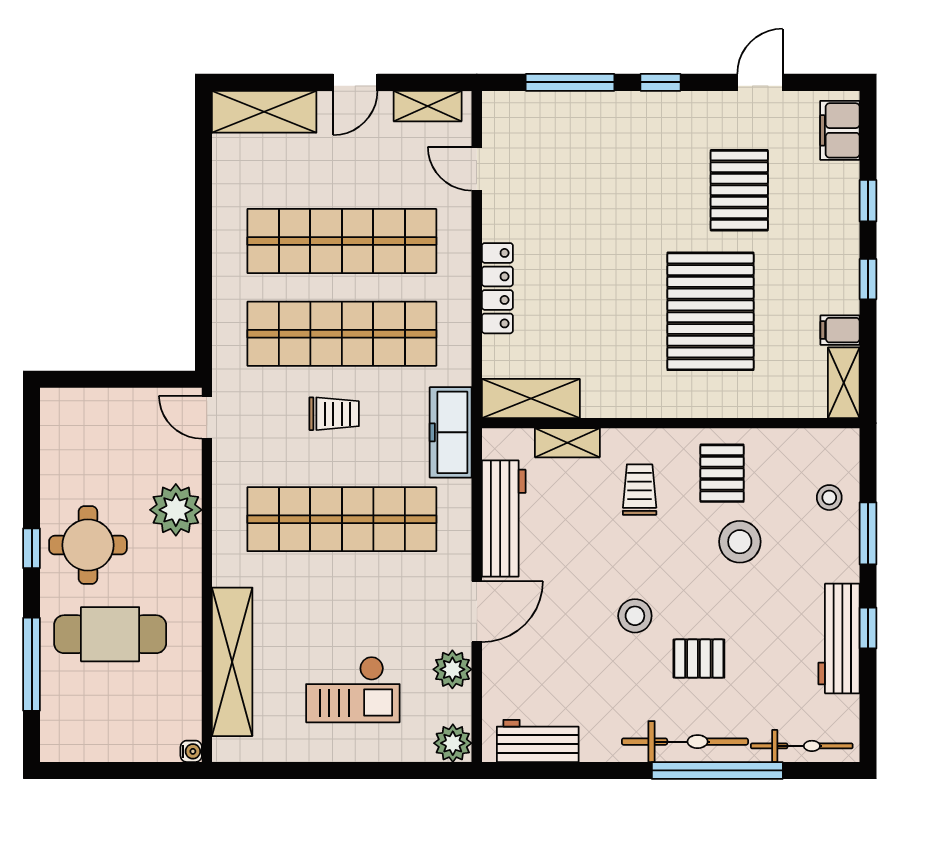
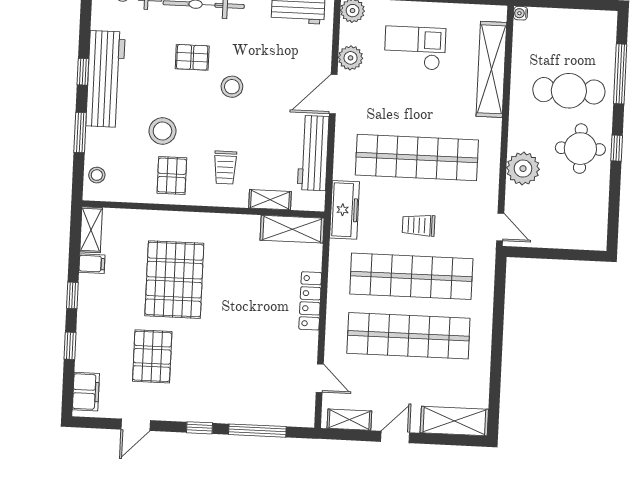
stool: (829, 498) -> (97, 175), moved
workbench: (839, 638) -> (105, 79), width x1.36, depth x1.32

